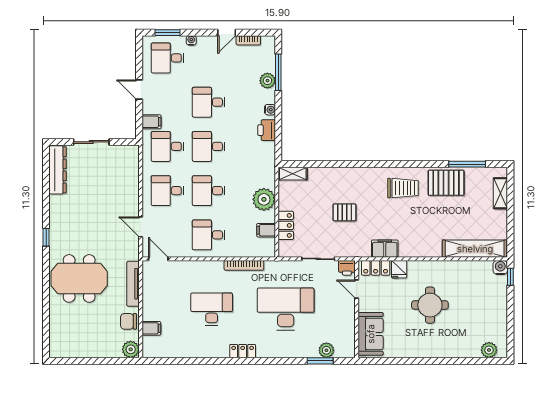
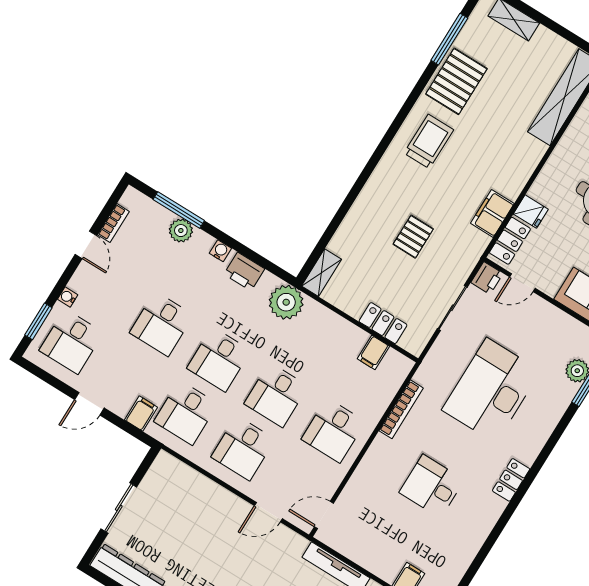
plant: (264, 199) -> (286, 302), moved
desk: (212, 309) -> (432, 486), width x0.73

